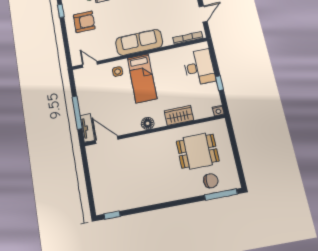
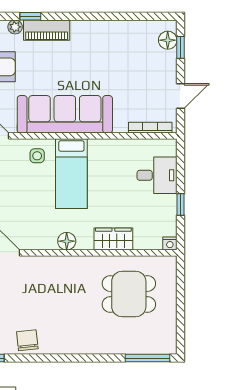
sofa: (139, 42) -> (65, 114), width x1.36, depth x1.27
desk: (199, 67) -> (157, 175), width x0.73
chair: (211, 181) -> (27, 340), moved, turned -96

